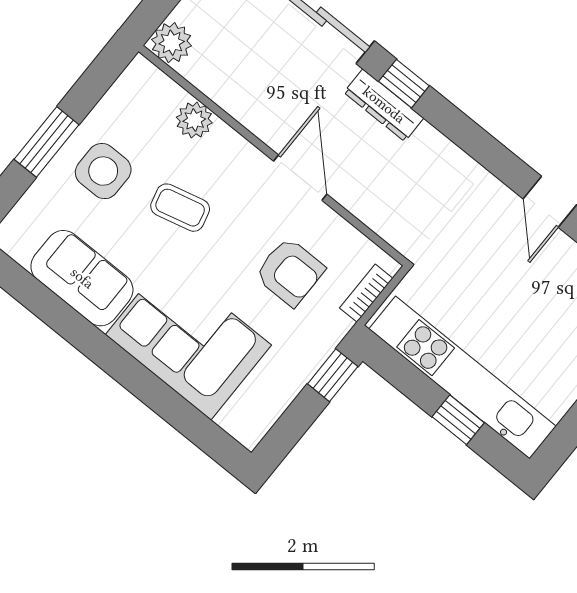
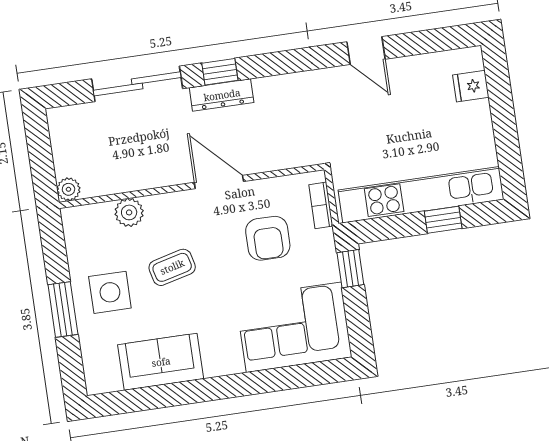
plant: (172, 43) -> (68, 189), width x0.73, depth x0.73
armchair: (290, 272) -> (268, 238), turned 90
corner sofa: (188, 340) -> (294, 327), moved

